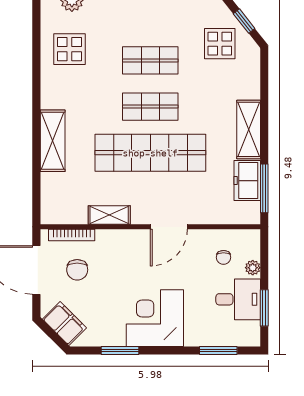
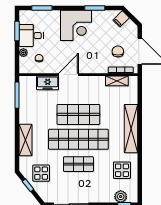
shop shelf: (150, 107) -> (78, 139), width x2.00, depth x1.36
shelving: (249, 129) -> (26, 140), moved
shelving: (53, 141) -> (131, 129), width x1.47
shop shelf: (150, 153) -> (78, 114), width x0.71
freezer: (247, 181) -> (48, 83), moved, turned 90
shelving: (109, 215) -> (117, 81), moved
filing cabinet: (64, 323) -> (121, 19), width x0.50

